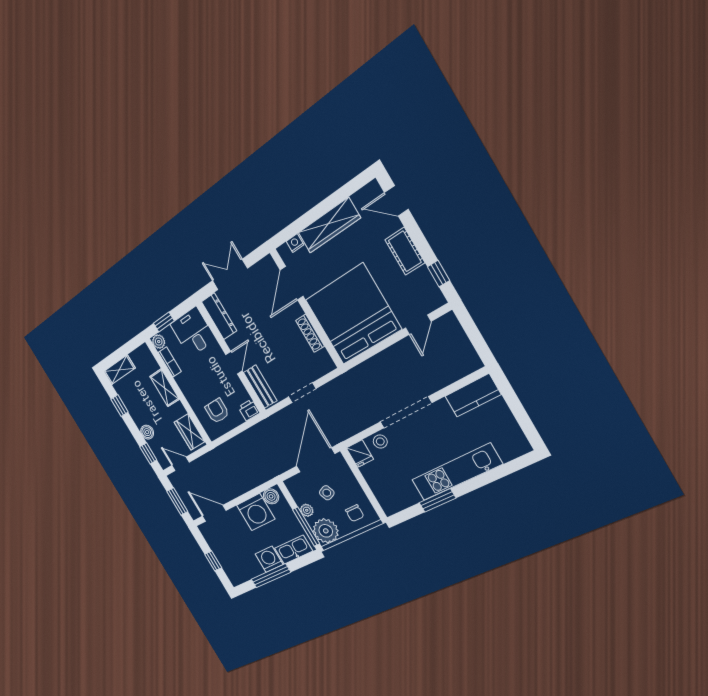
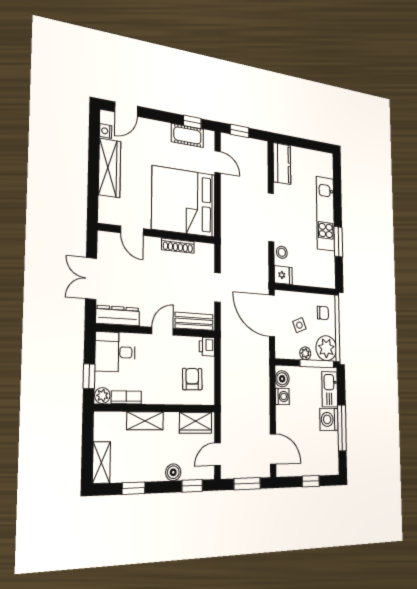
nightstand: (295, 243) -> (106, 131), moved
cot: (405, 251) -> (187, 135), moved
door: (292, 283) -> (132, 231), width x0.73
window: (471, 329) -> (240, 131), added
door: (234, 363) -> (163, 331), hinge flipped
armchair: (217, 411) -> (192, 379), turned 89
washing machine: (256, 512) -> (282, 396), width x0.53, depth x0.53
door: (214, 513) -> (273, 449), swing flipped

